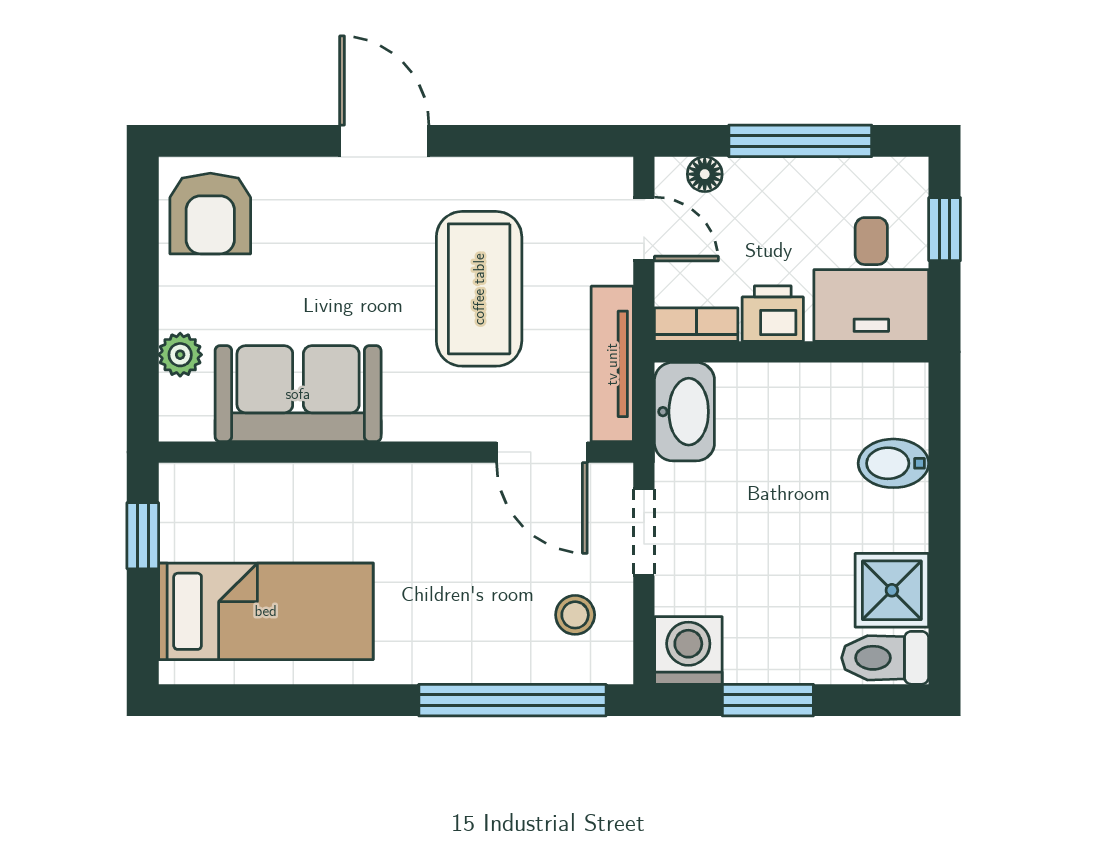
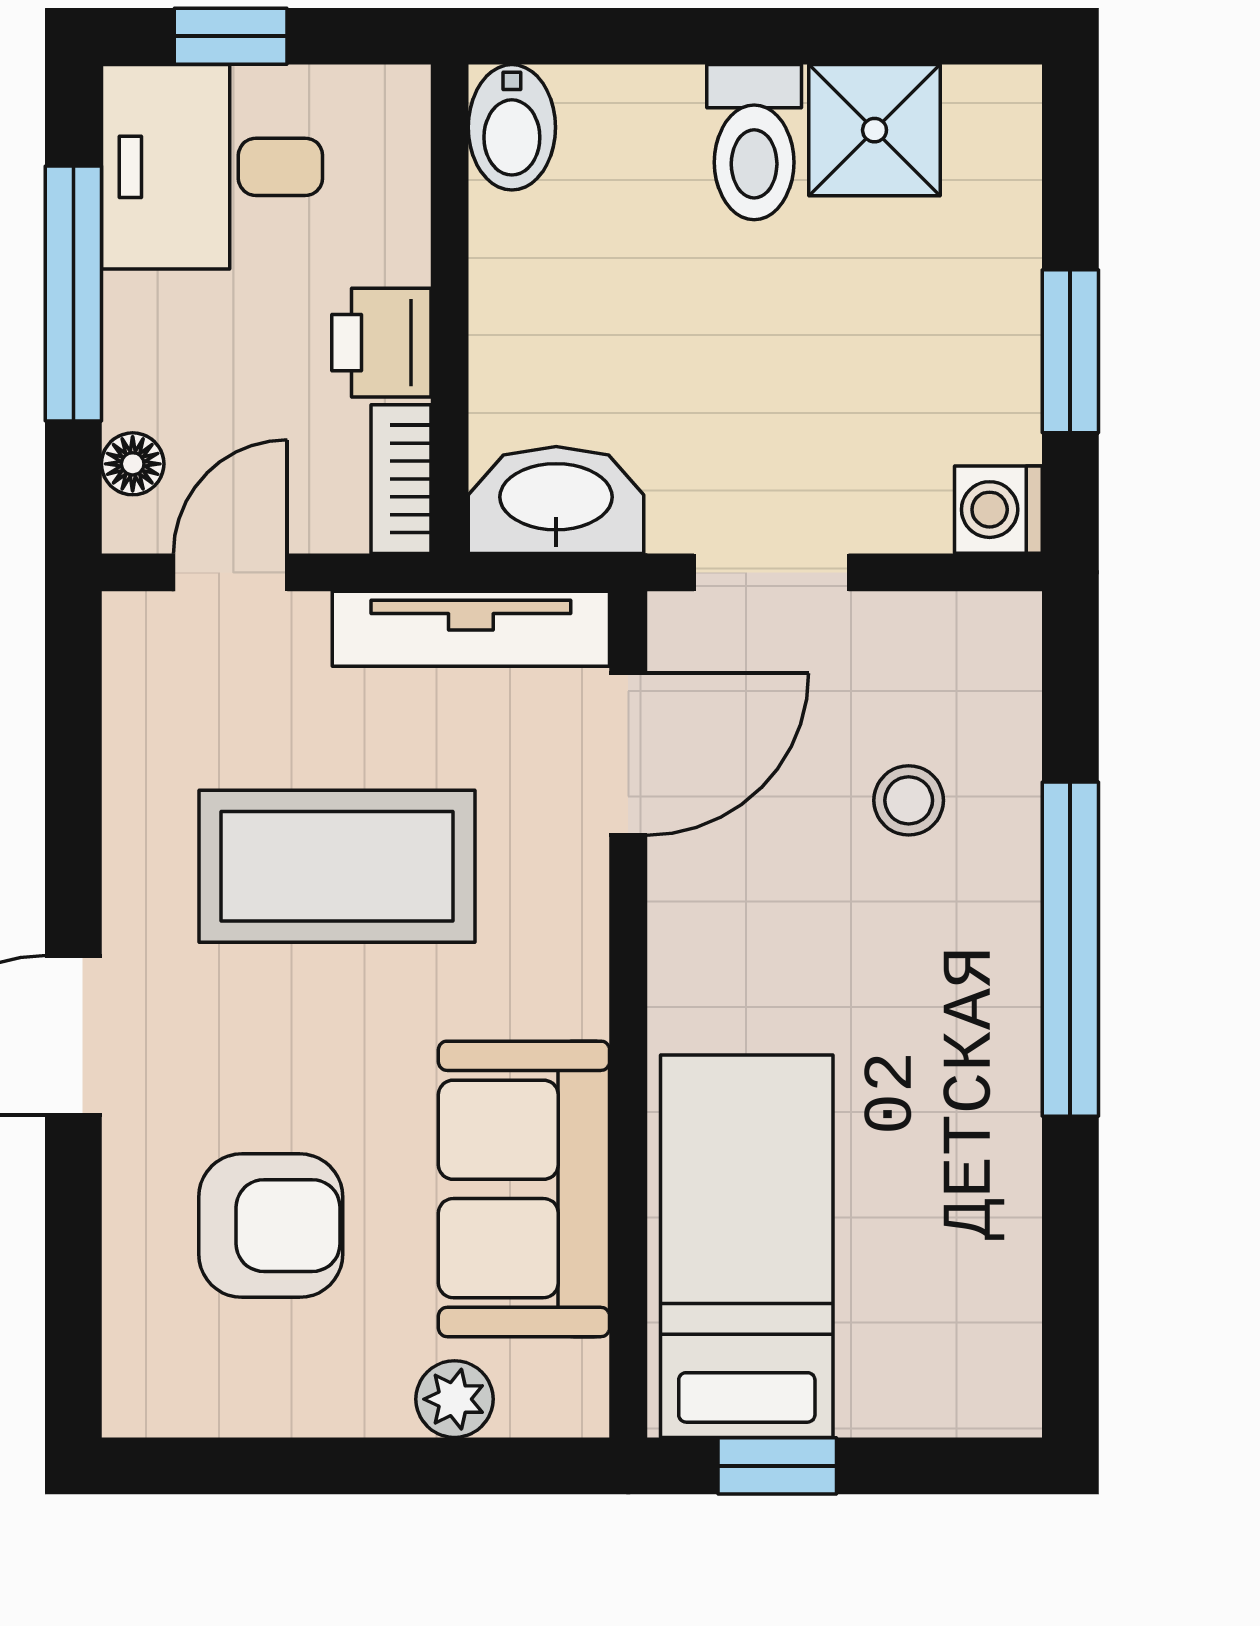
armchair: (210, 214) -> (271, 1226), moved
desk: (871, 279) -> (212, 167), moved, turned 180
bidet: (893, 463) -> (512, 127), moved
bed: (266, 611) -> (747, 1246), moved
stool: (575, 615) -> (909, 800), moved
washing machine: (688, 650) -> (998, 510), width x0.73, depth x0.73
toilet: (885, 658) -> (754, 142), moved
window: (512, 700) -> (1070, 949), moved

